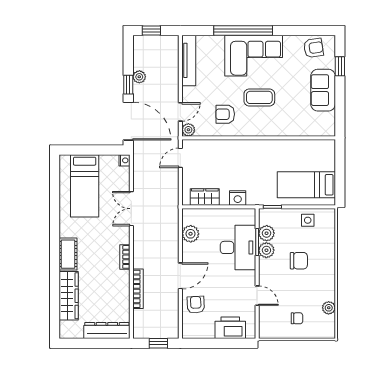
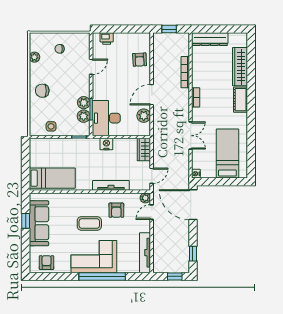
armchair: (313, 48) -> (47, 263), turned 99
window: (340, 66) -> (26, 221), moved
plant: (139, 77) -> (184, 240), removed
window: (128, 85) -> (193, 254), moved
sofa: (323, 90) -> (39, 223), width x1.36
armchair: (225, 114) -> (116, 210), turned 90
tv unit: (232, 146) -> (111, 185), added
bed: (306, 185) -> (52, 178), moved
wardrobe: (205, 197) -> (144, 150), moved, turned 90
desk: (238, 247) -> (106, 118), moved
chair: (299, 261) -> (42, 91), moved
door: (180, 276) -> (152, 95), moved
door: (257, 296) -> (91, 67), swing flipped
printer: (230, 328) -> (107, 39), width x0.53, depth x0.68

